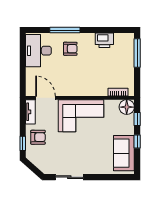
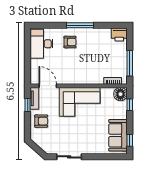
window: (65, 30) -> (80, 25), moved
printer: (104, 40) -> (119, 35), moved
window: (137, 53) -> (130, 63), moved
window: (137, 141) -> (130, 140), moved
window: (23, 143) -> (28, 105), moved

